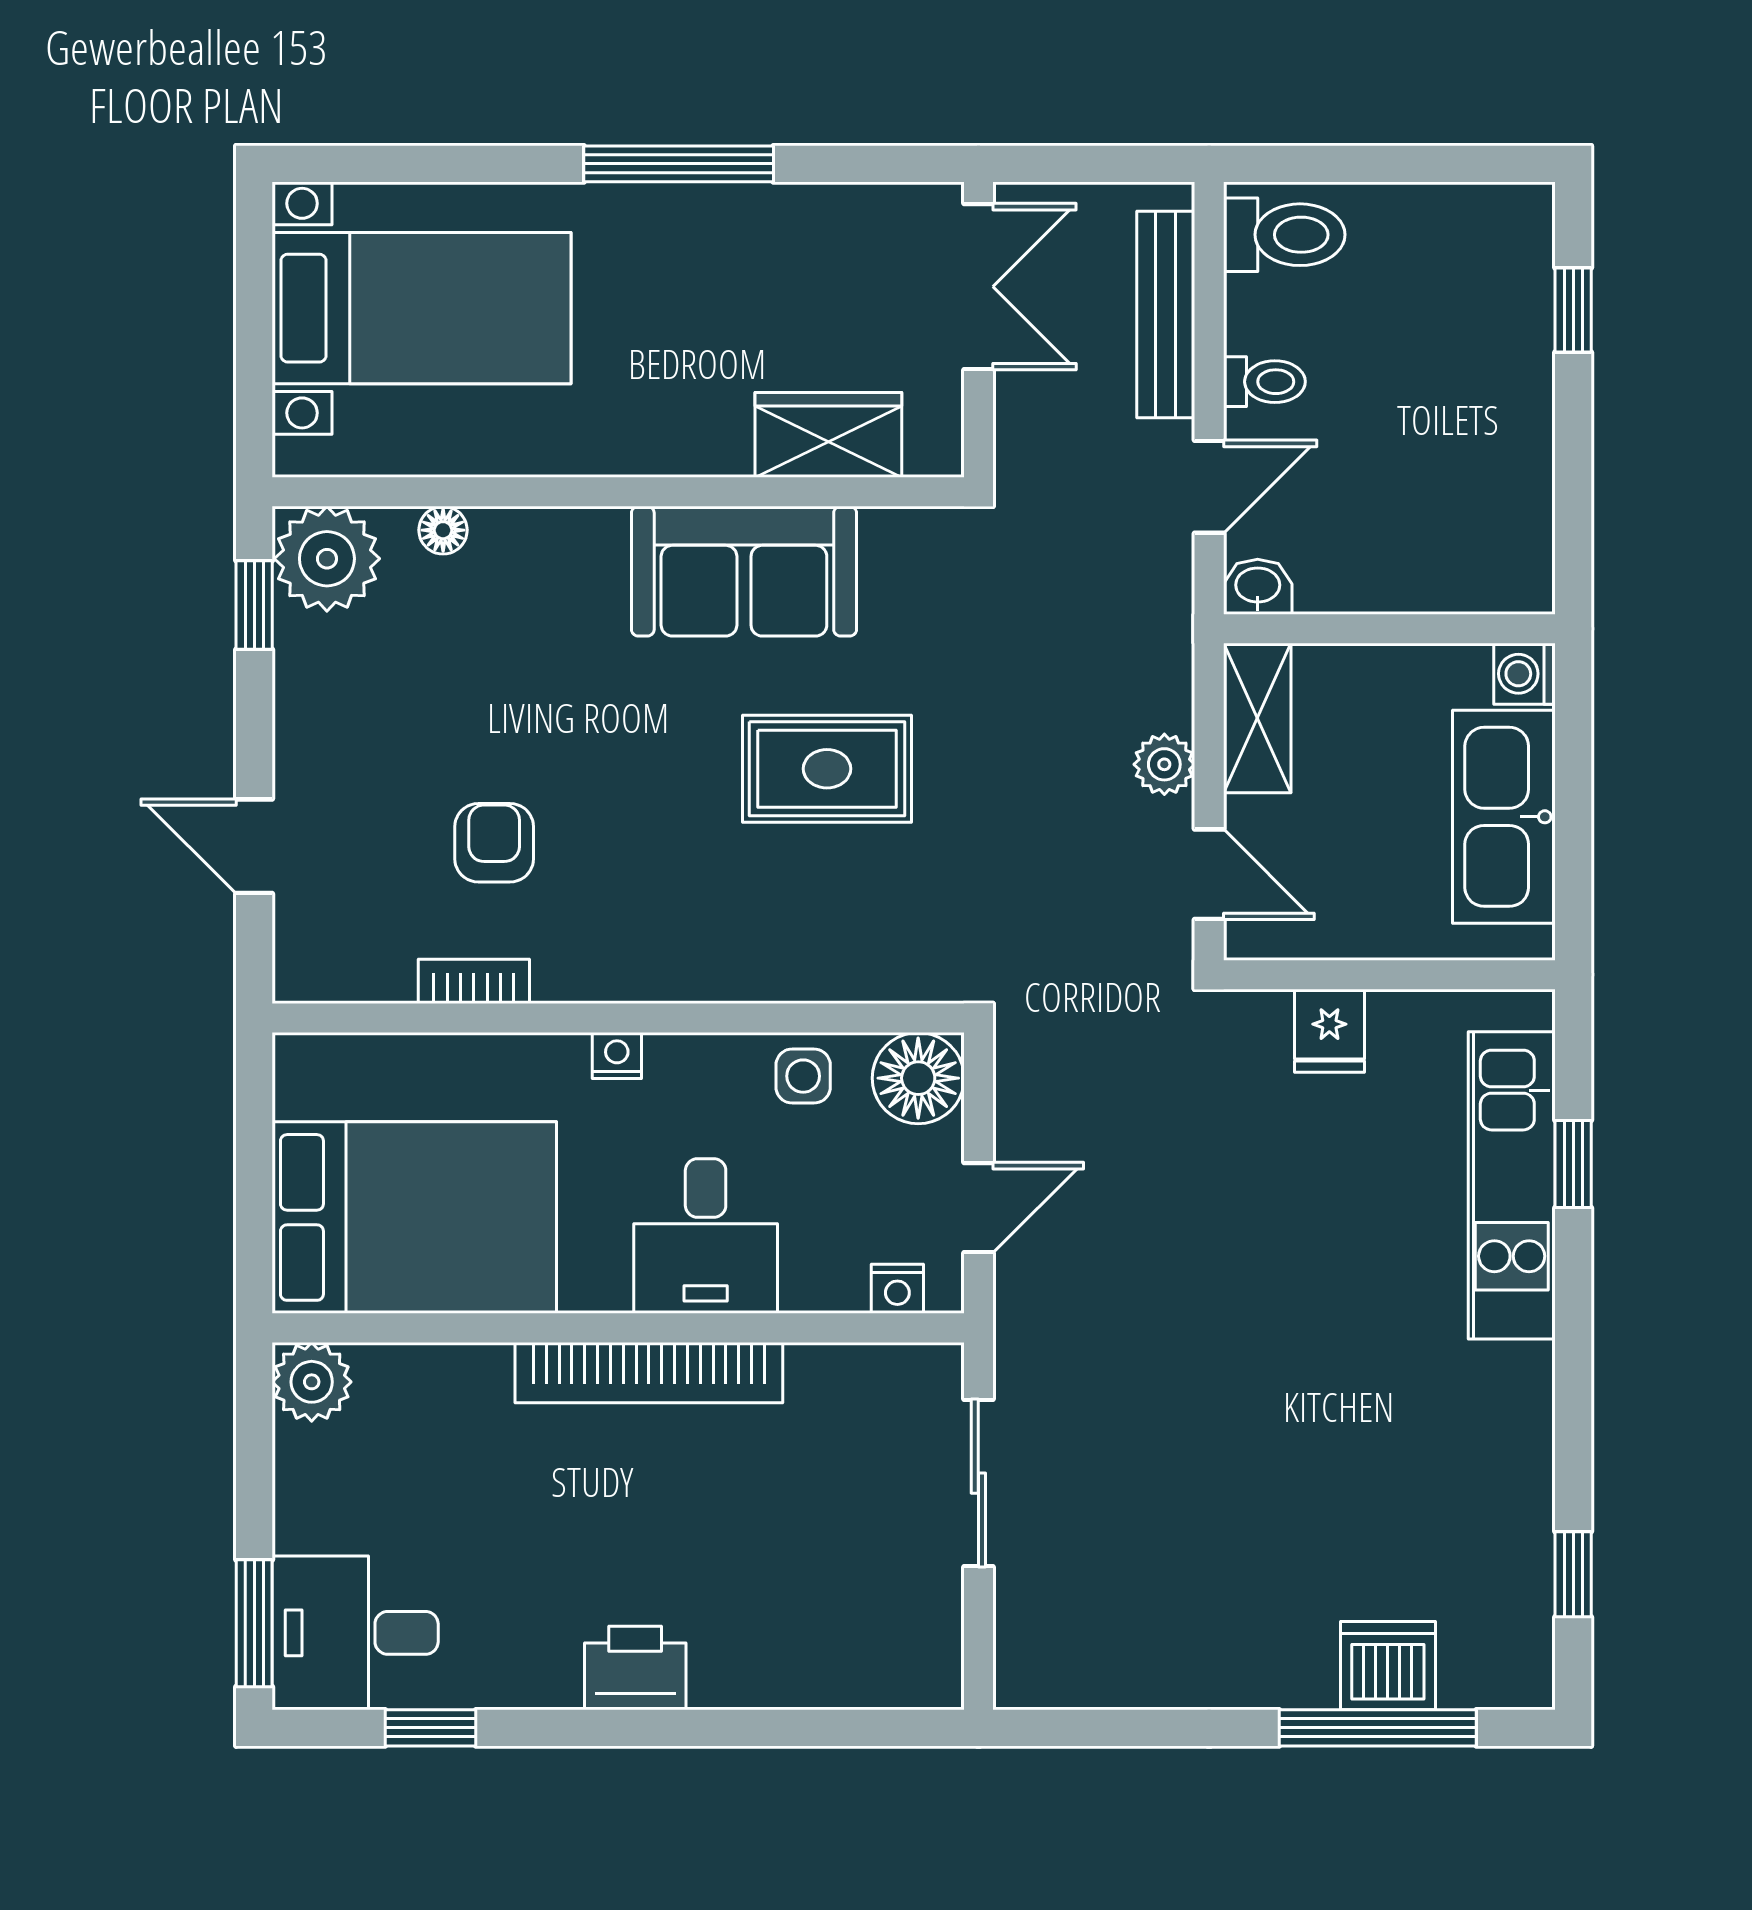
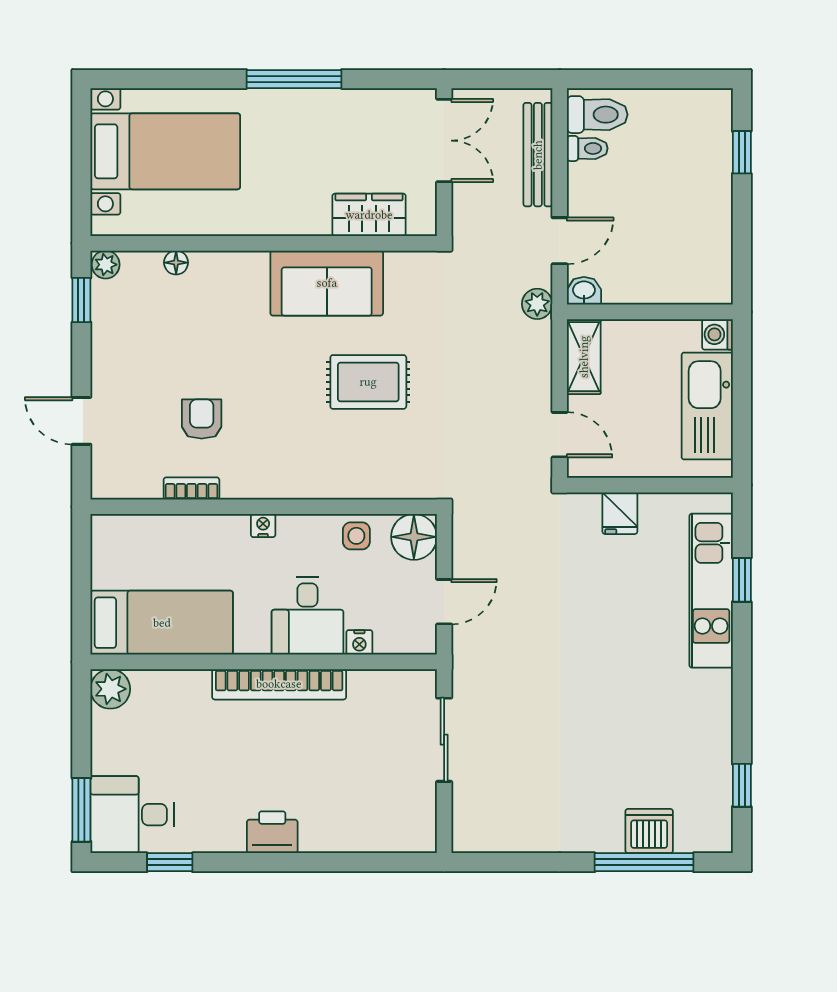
toilet: (1264, 382) -> (587, 148), moved
plant: (327, 559) -> (106, 265), width x0.53, depth x0.53
plant: (1164, 764) -> (537, 304), moved
bed: (414, 1217) -> (162, 623), width x0.67
nightstand: (897, 1289) -> (359, 642), moved

